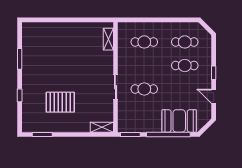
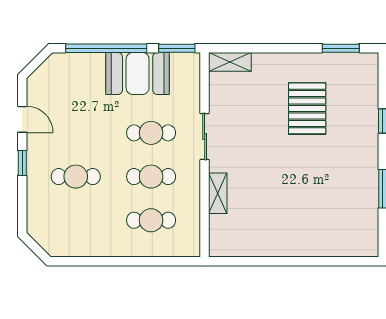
shelving: (108, 39) -> (218, 193), moved
cafe table: (185, 42) -> (151, 177), moved
pallet: (60, 102) -> (307, 108), turned 90
booth: (179, 121) -> (138, 73), moved

